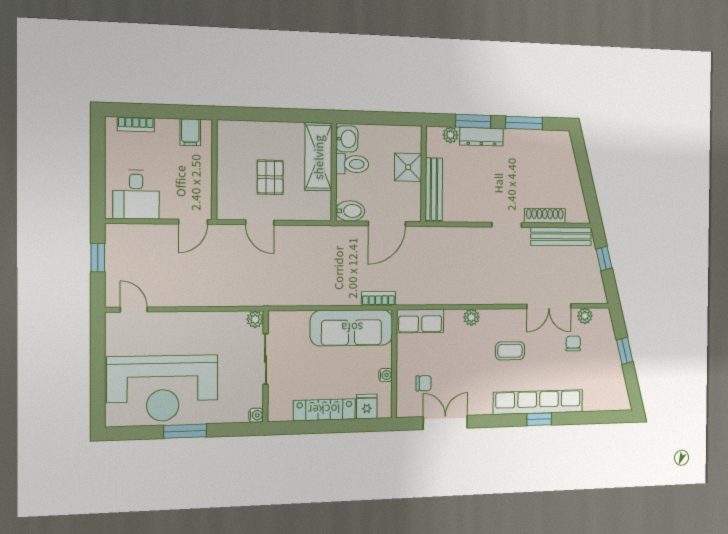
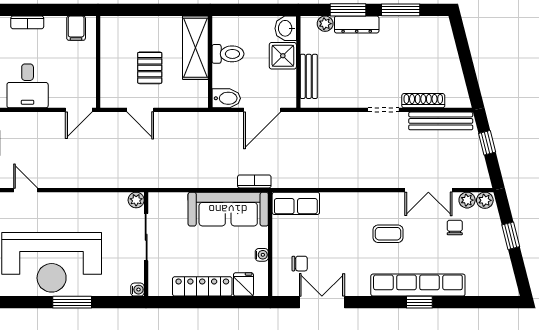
washbasin: (347, 139) -> (286, 28), moved, turned 180
bench: (434, 189) -> (309, 76), width x0.73
plant: (471, 317) -> (485, 200), moved

